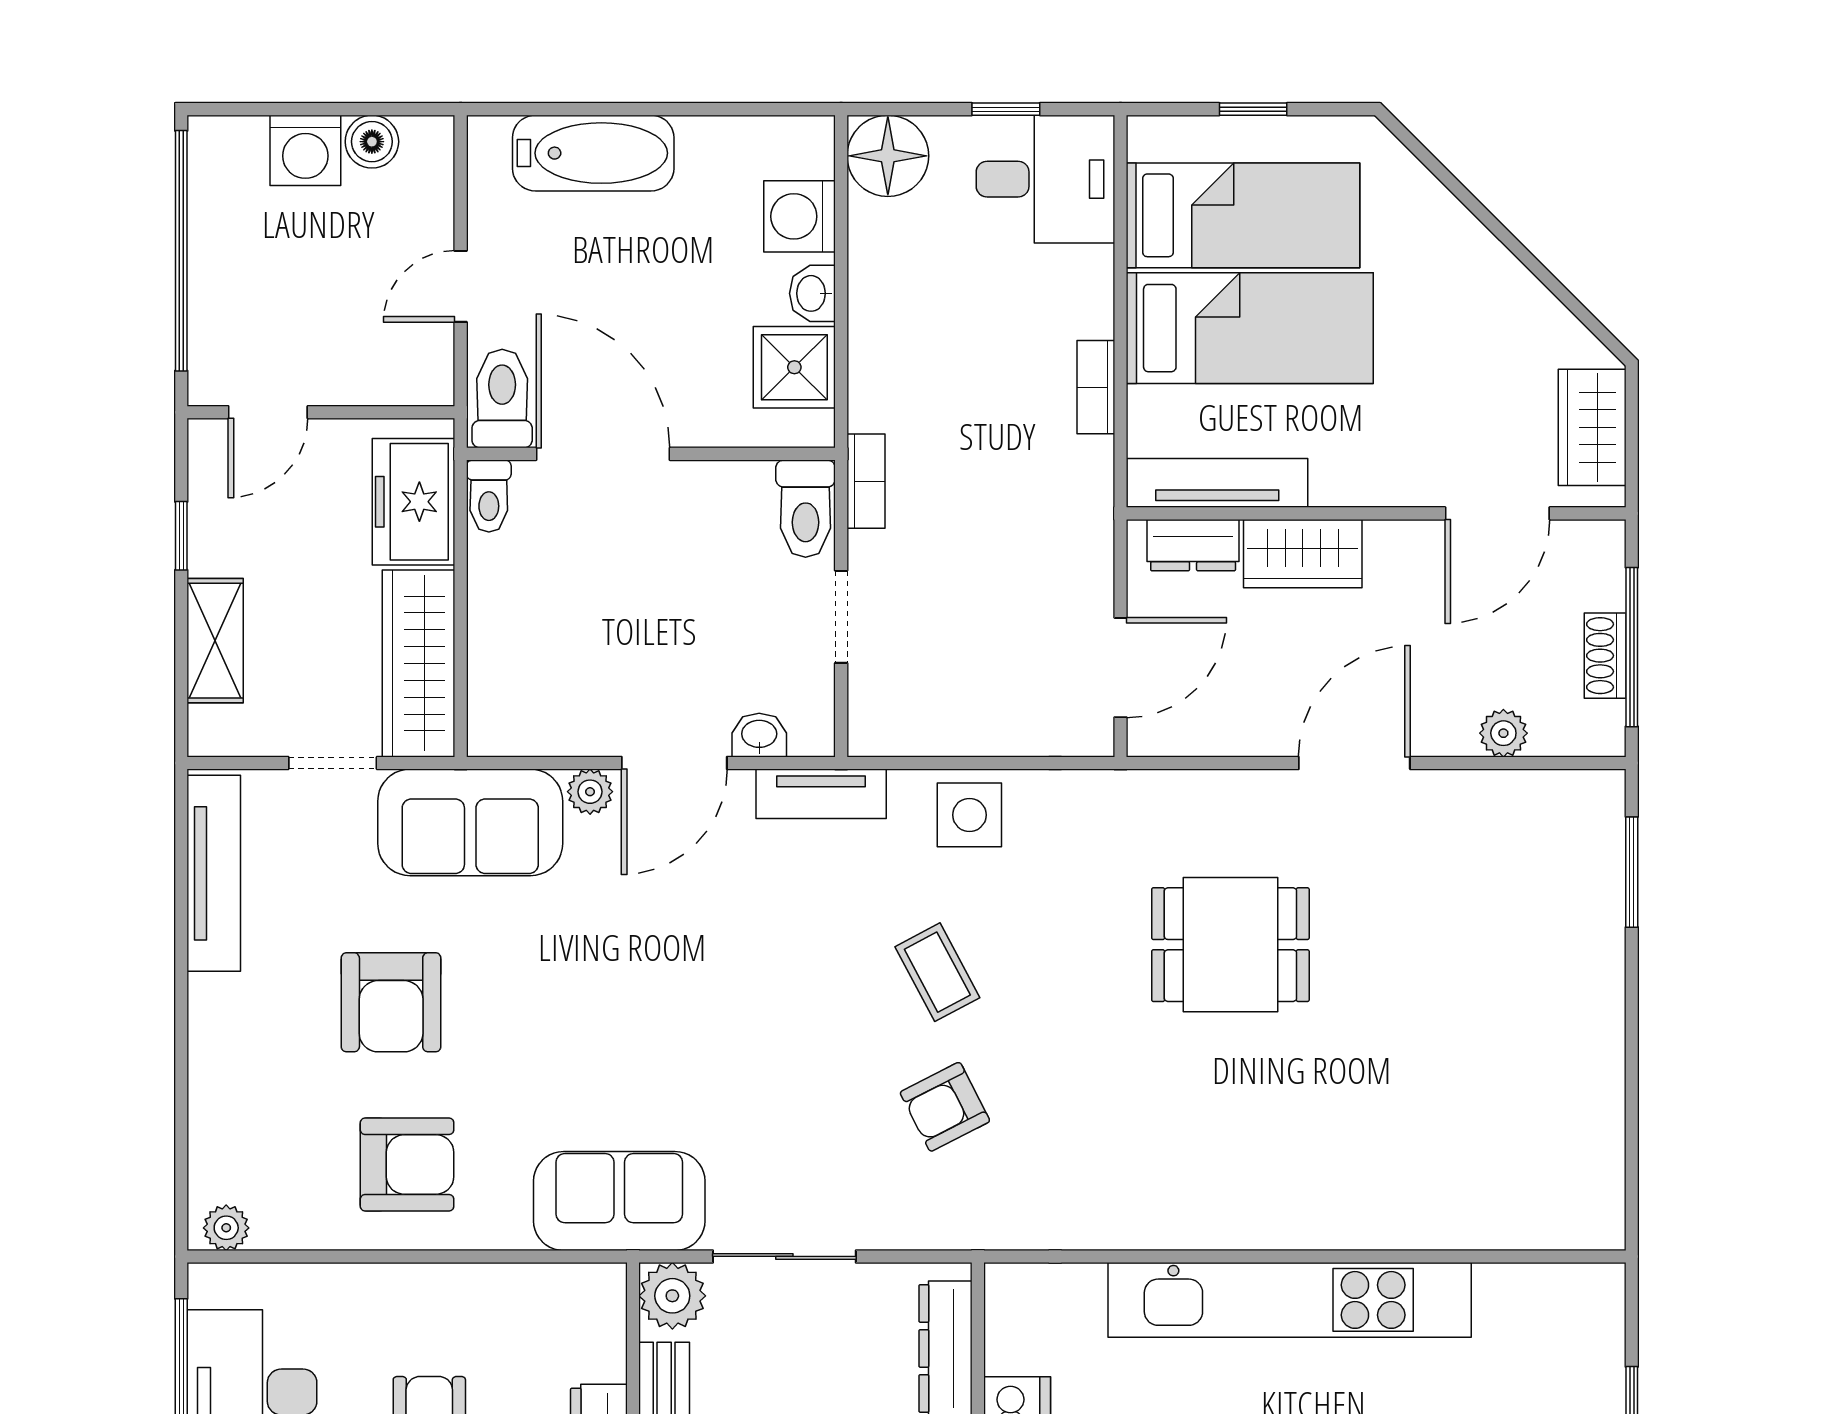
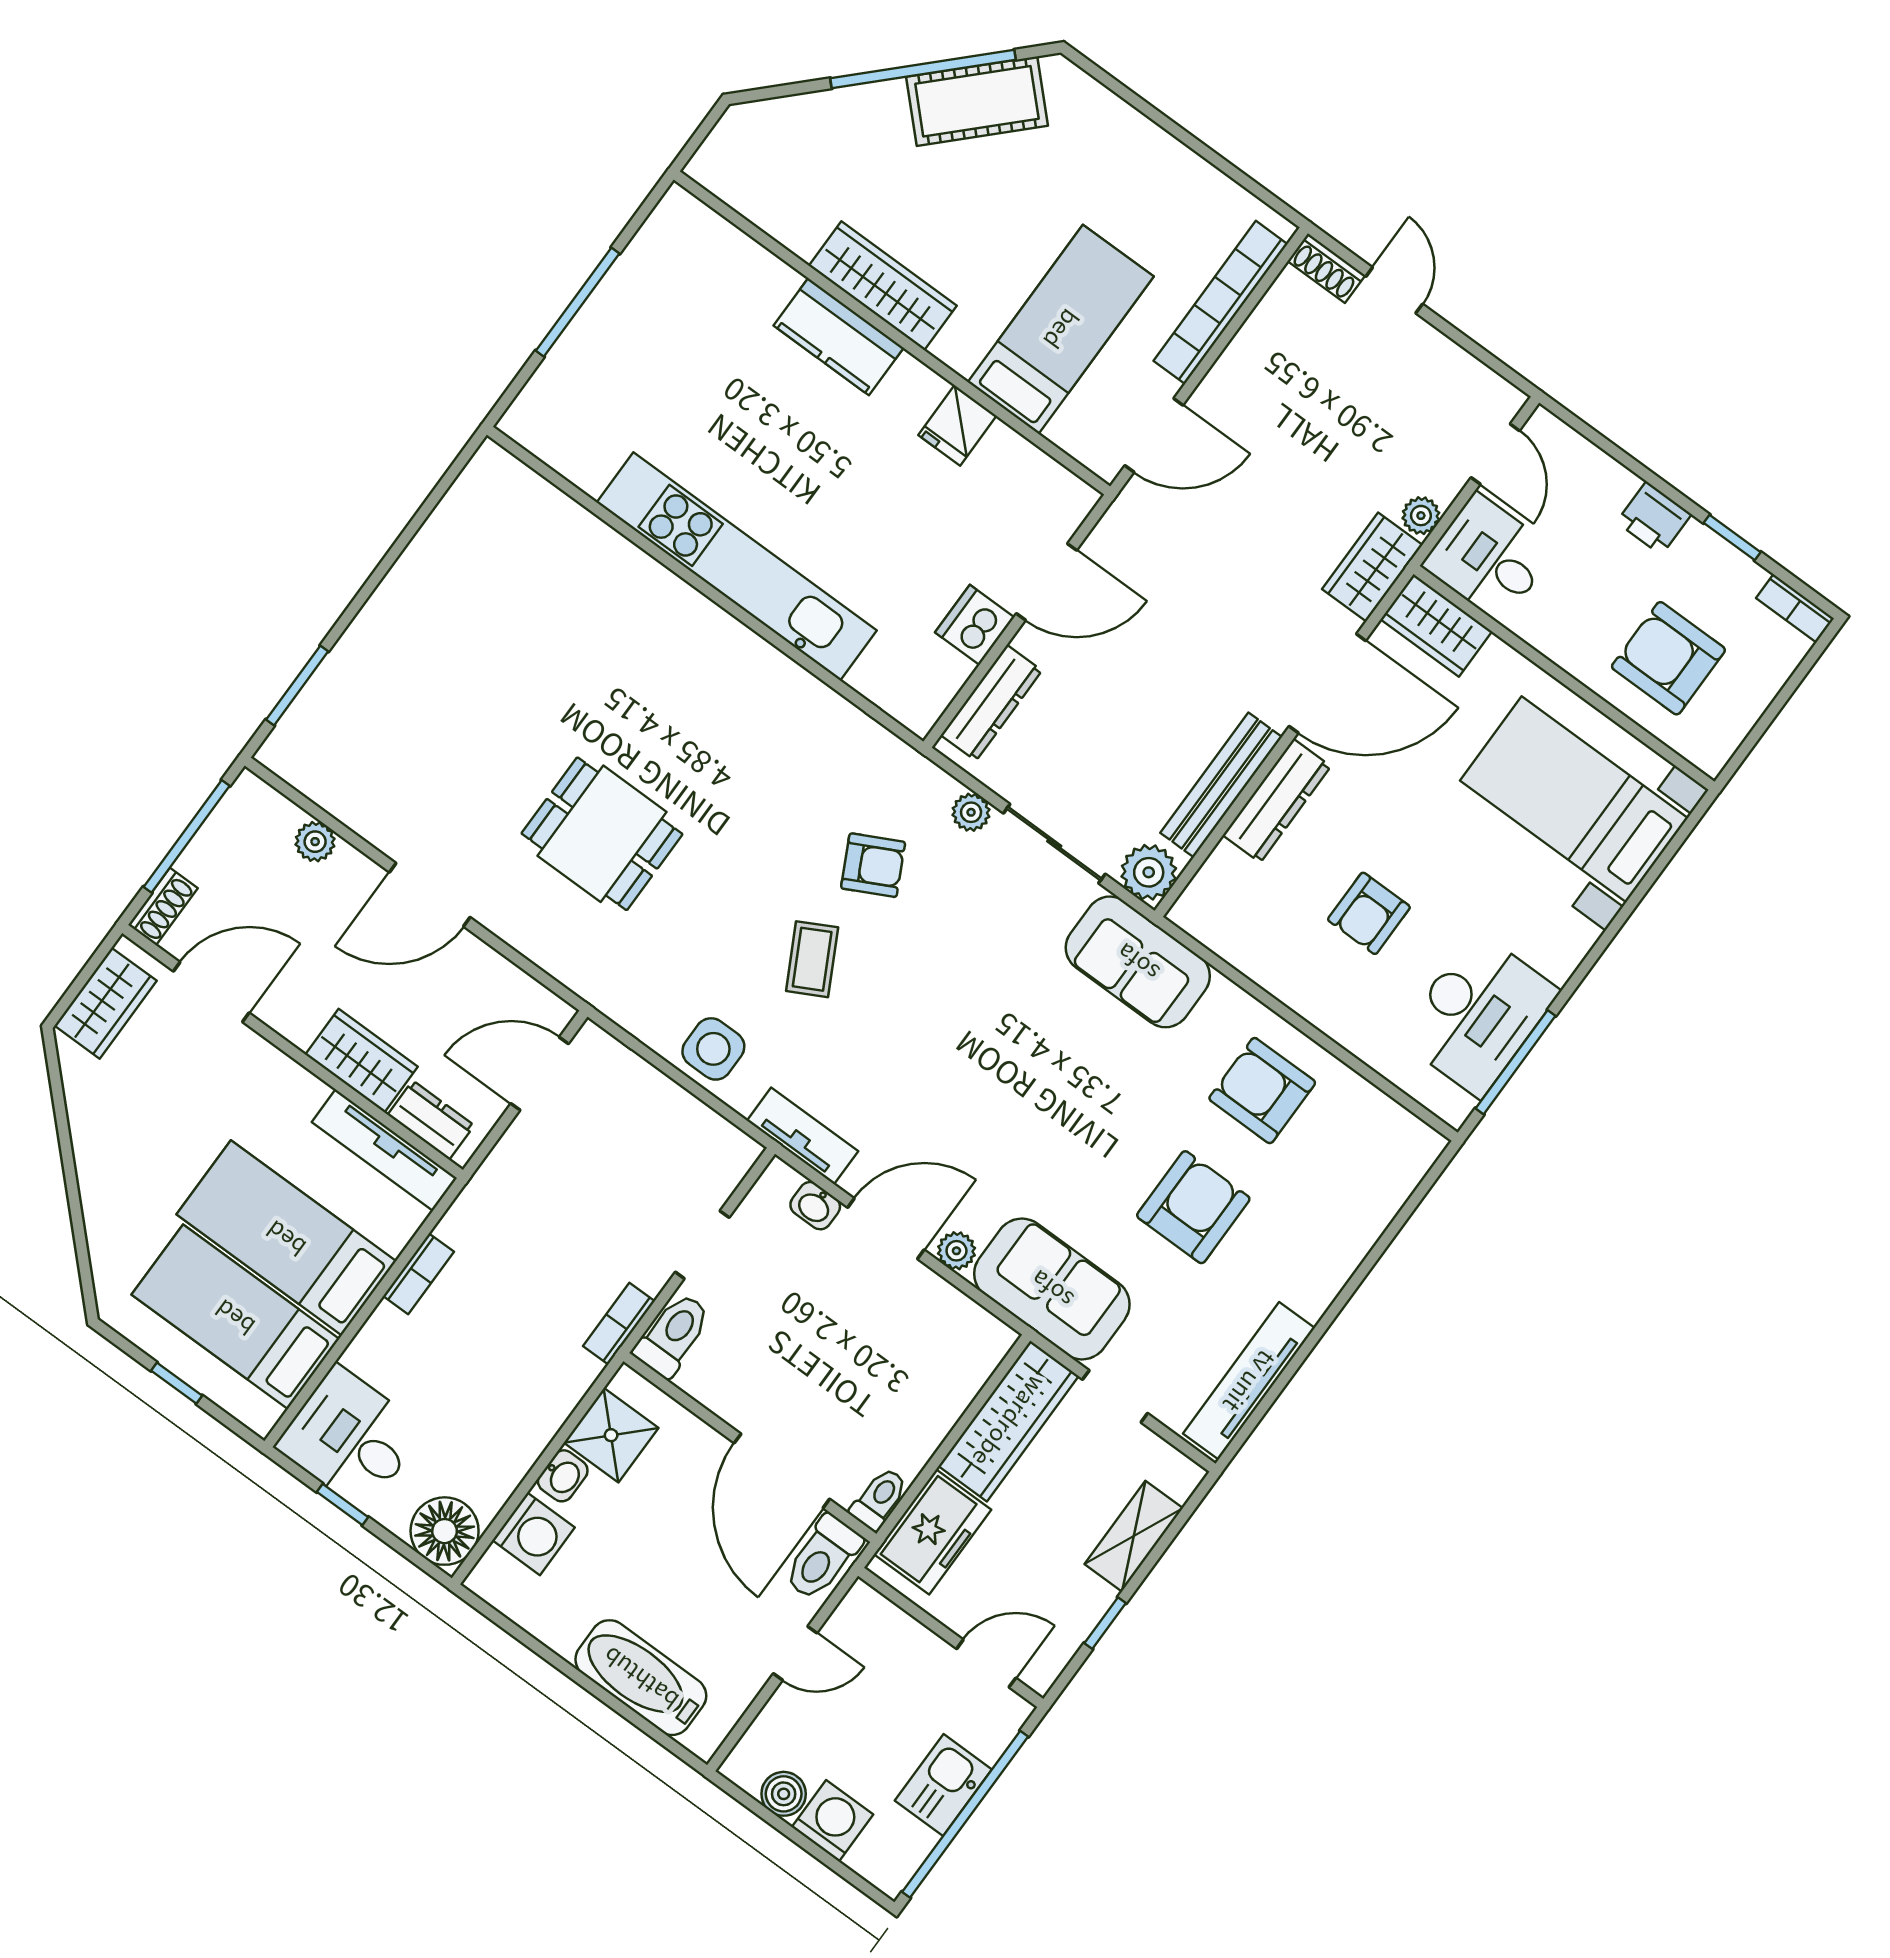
kitchen sink: (223, 264) -> (943, 1785), added
shoe rack: (1605, 656) -> (163, 907), moved
plant: (226, 1228) -> (971, 812), moved

